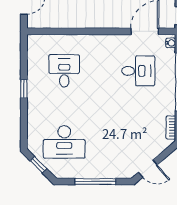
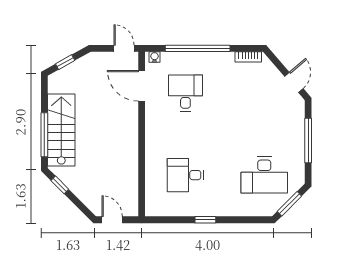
desk: (64, 142) -> (264, 175), turned 90
window: (38, 165) -> (289, 204), width x1.50

